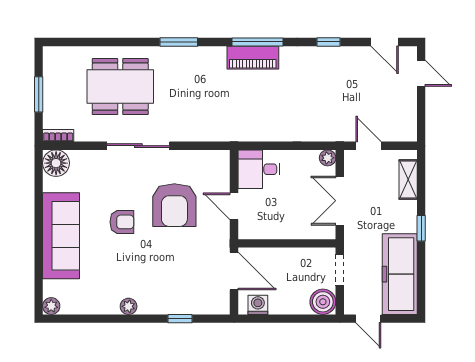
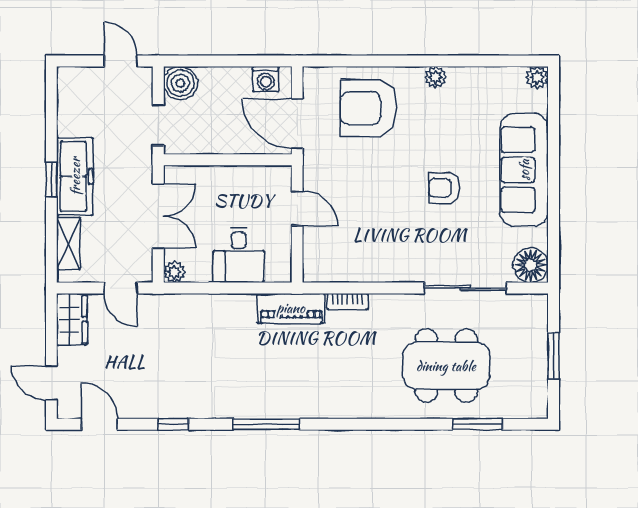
window: (179, 42) -> (477, 424), moved
piano: (253, 58) -> (291, 308), moved, turned 180
wardrobe: (406, 122) -> (72, 319), added
bookcase: (58, 135) -> (347, 301), moved
sliding door: (138, 146) -> (465, 288), moved
desk: (259, 169) -> (239, 255), moved, turned 90
armchair: (174, 205) -> (368, 108), moved, turned -90
freezer: (400, 274) -> (75, 176), moved, width x0.73, depth x0.79
window: (180, 319) -> (368, 61), removed

